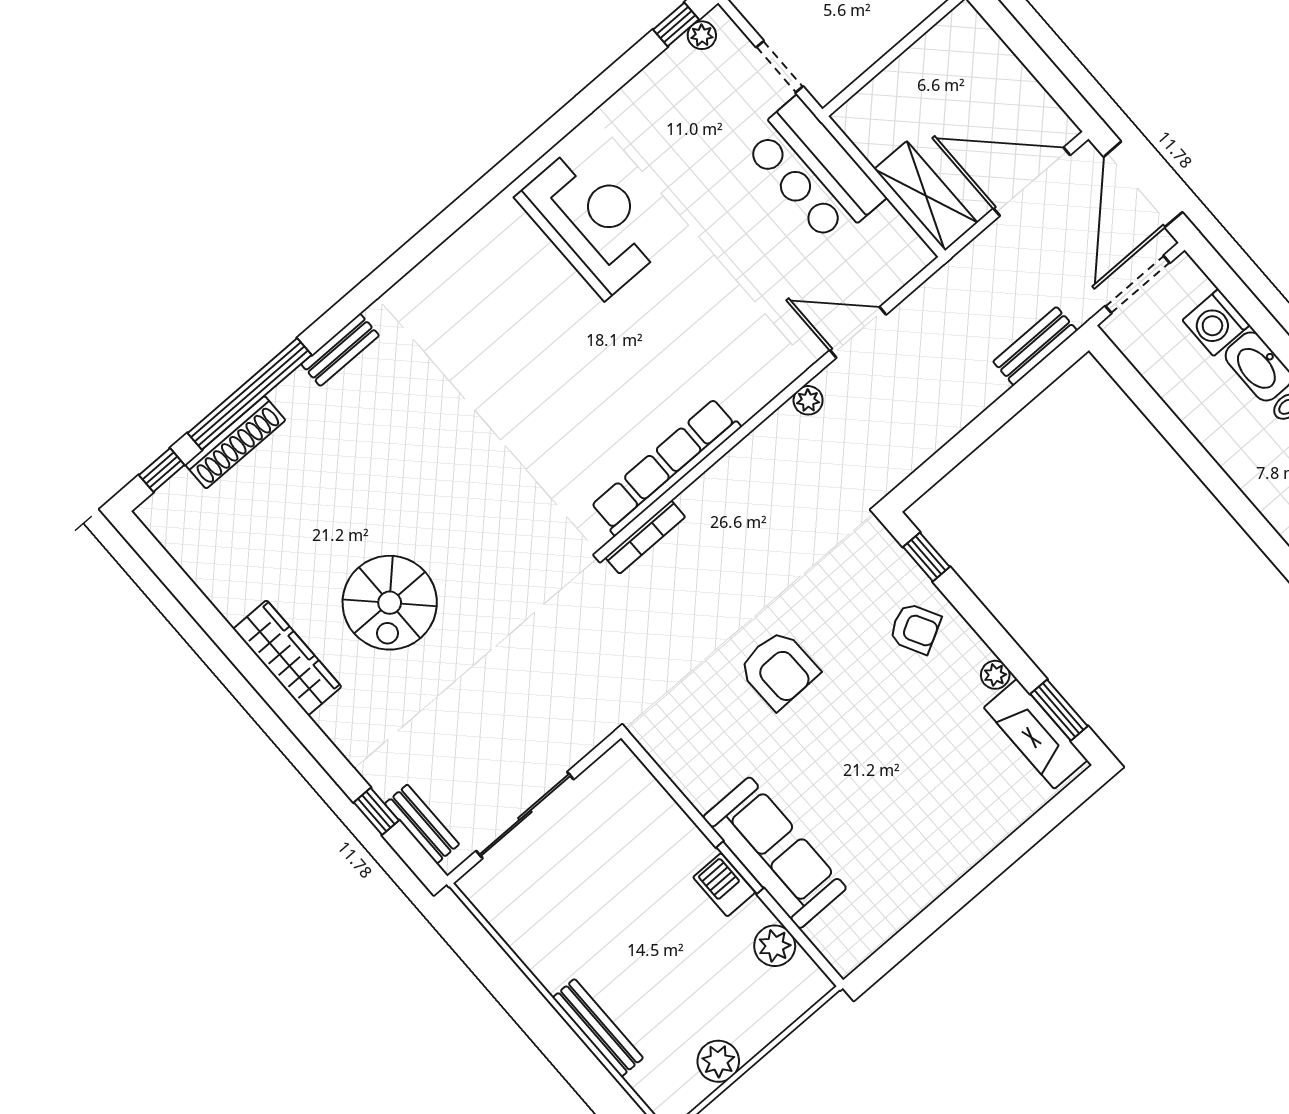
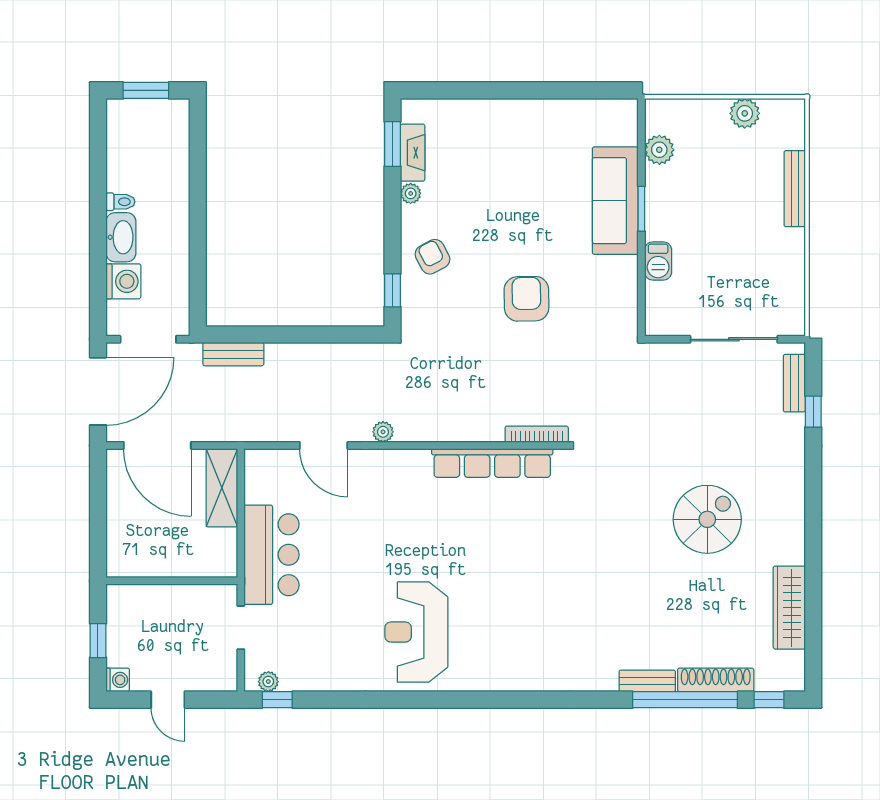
bench: (340, 350) -> (647, 681), moved
wardrobe: (287, 658) -> (789, 608), moved
fireplace: (1036, 734) -> (413, 153), width x0.73, depth x0.76
barbecue: (724, 885) -> (658, 261), moved

